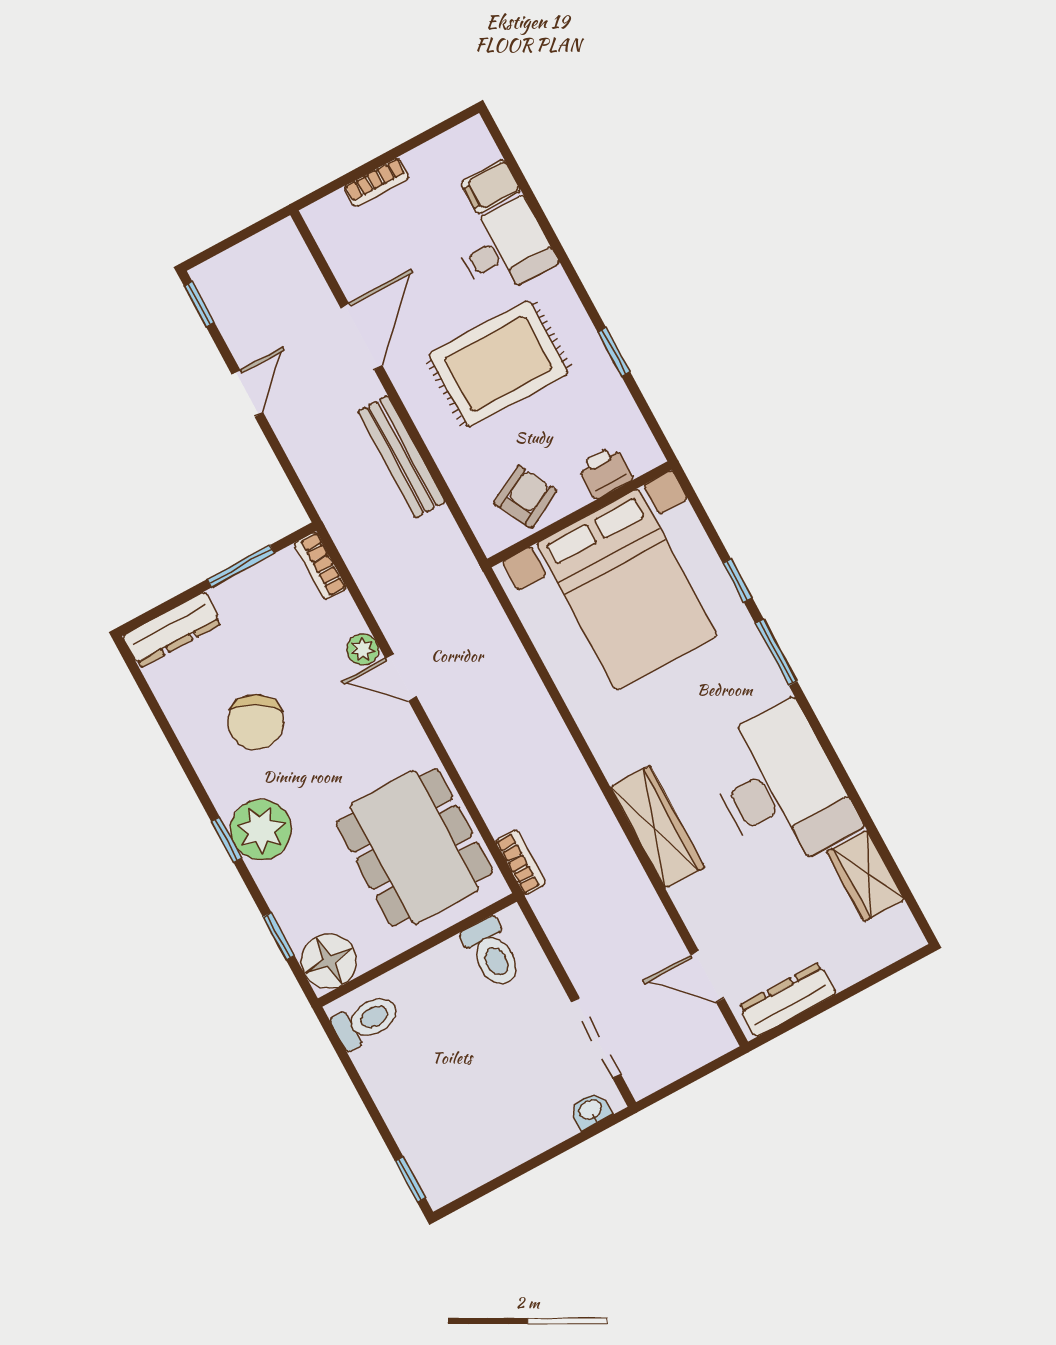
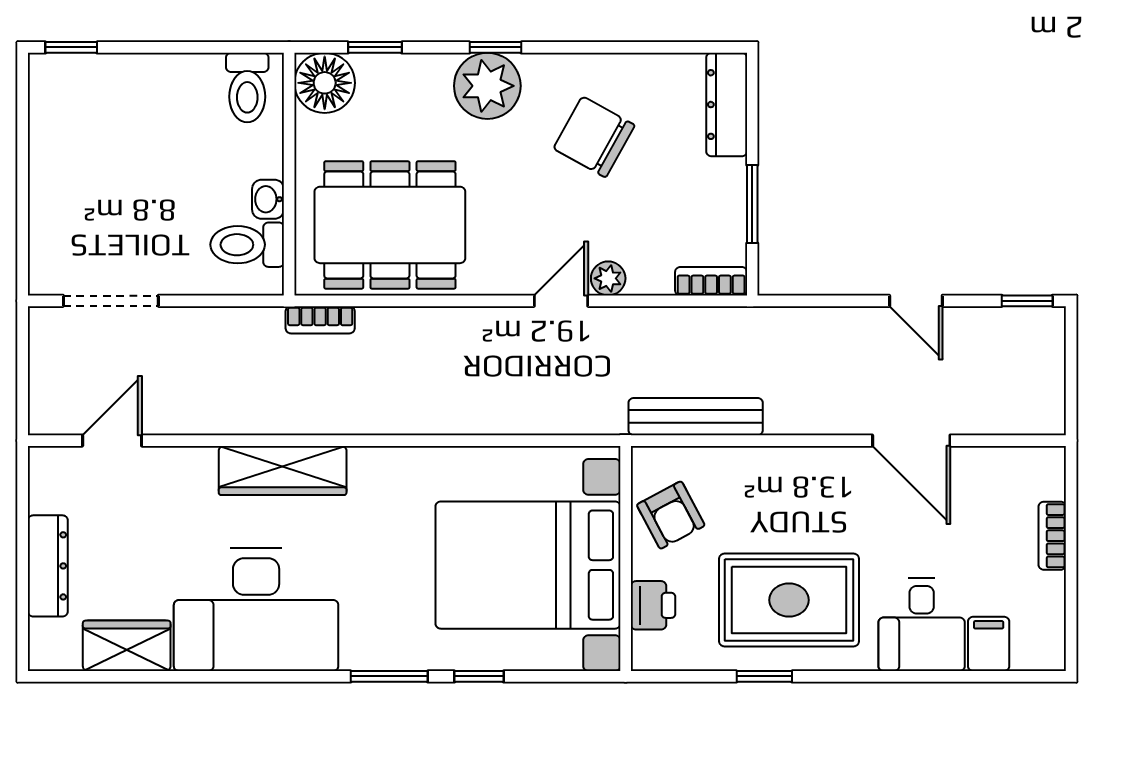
rug: (498, 364) -> (789, 600), moved, turned 90
bench: (401, 457) -> (696, 417), moved
dresser: (787, 1000) -> (48, 566), moved
washbasin: (590, 1110) -> (268, 199), moved, turned 180

